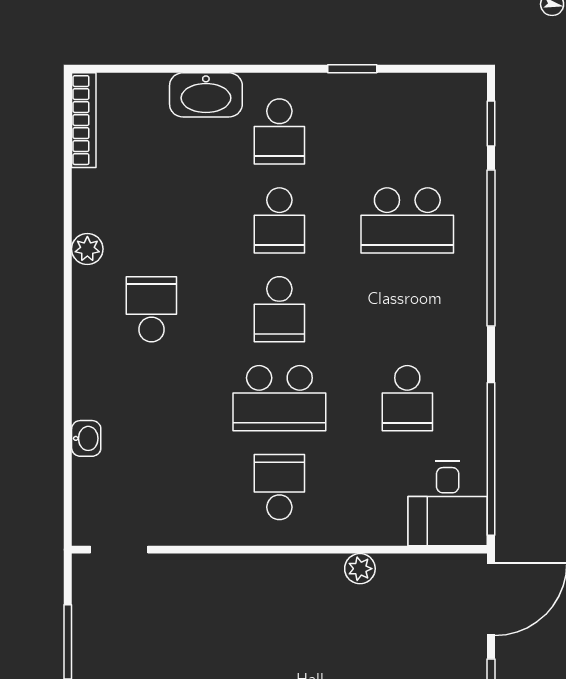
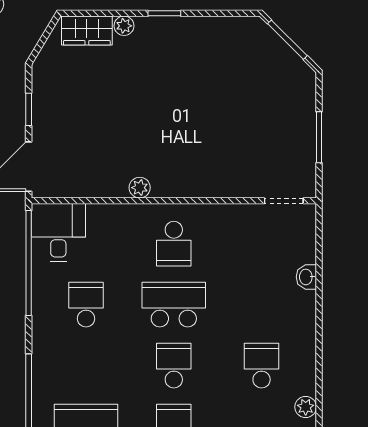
school desk: (151, 309) -> (262, 366), turned 180
plant: (360, 569) -> (140, 188), moved

